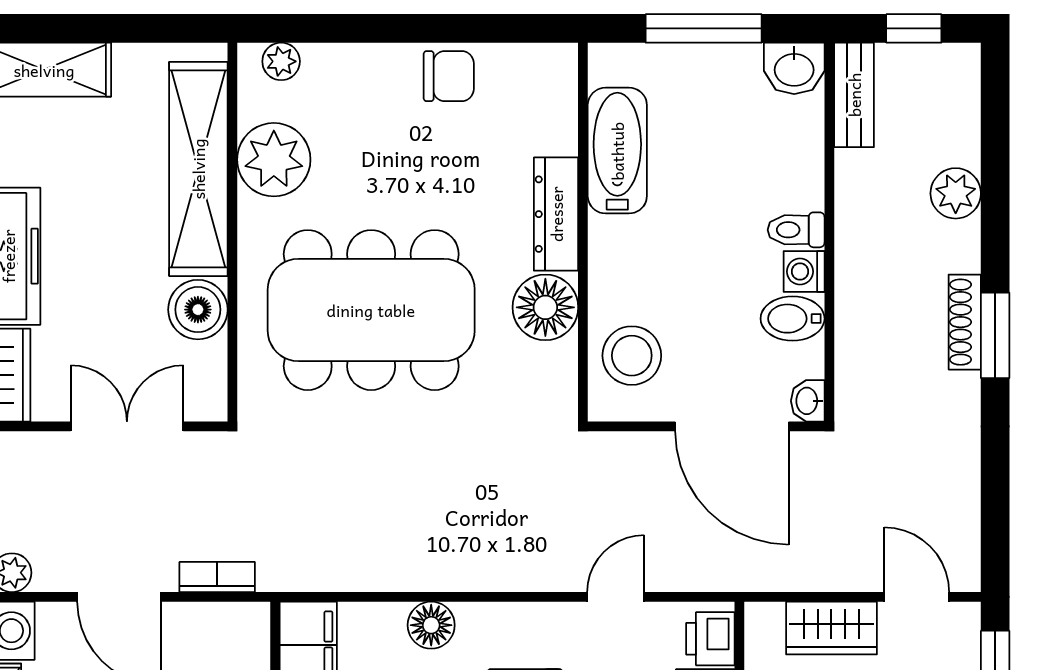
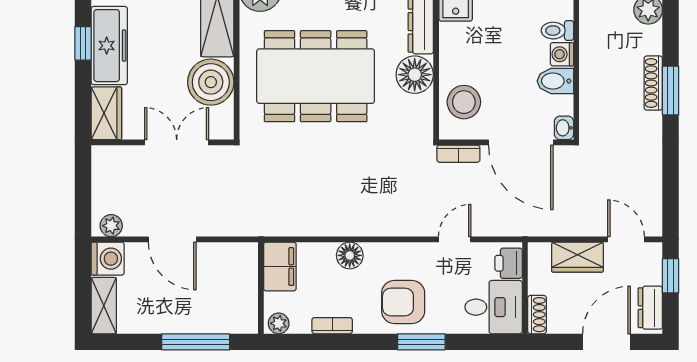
boiler: (198, 310) -> (211, 82), width x1.37, depth x1.37
bookcase: (217, 577) -> (458, 154), moved, turned 180

